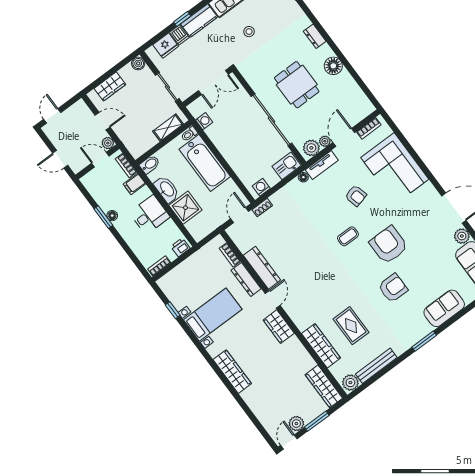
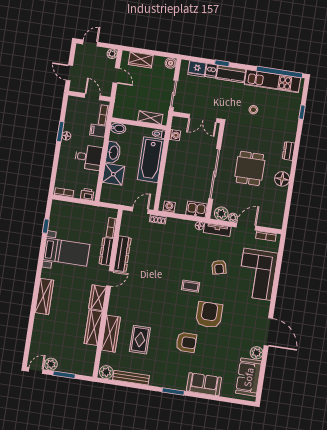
plant: (108, 143) -> (112, 54), moved
wardrobe: (324, 386) -> (93, 328), moved

